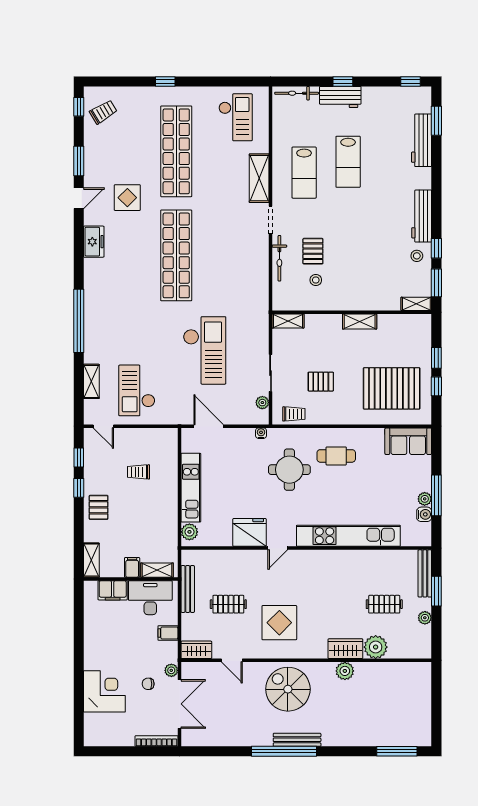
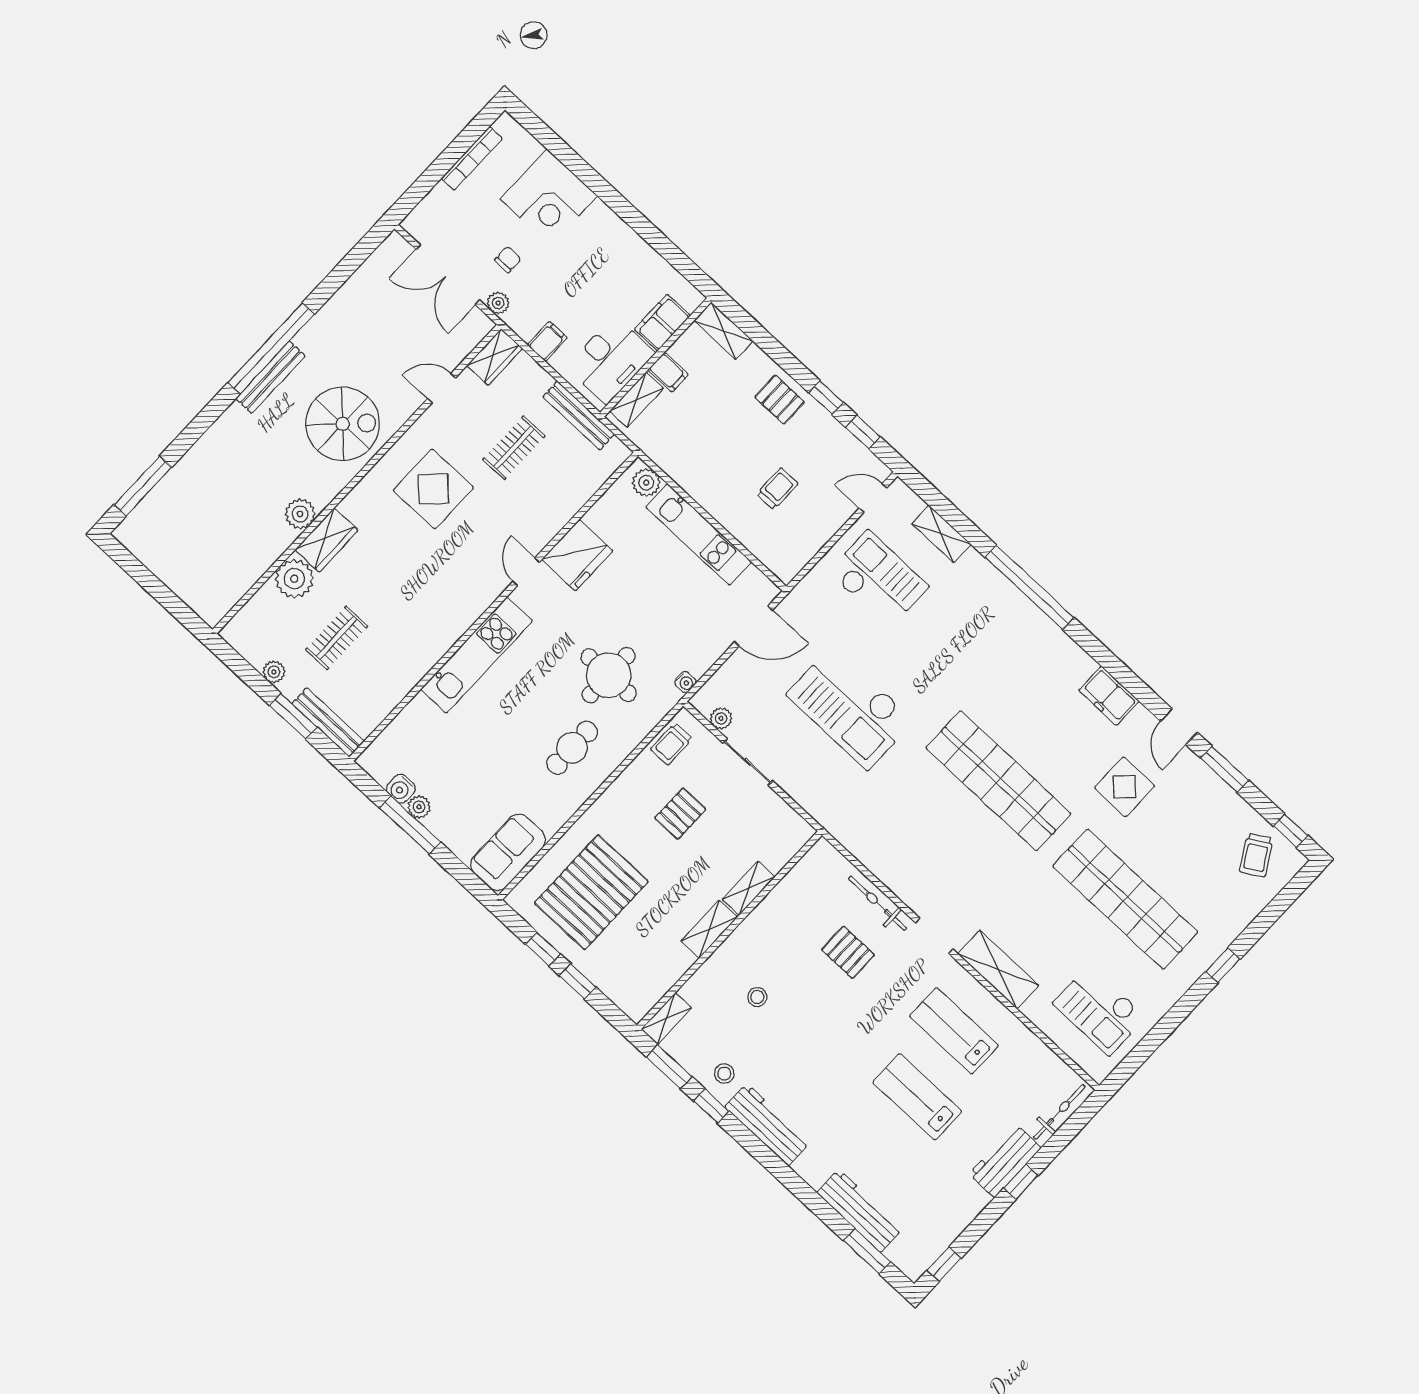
stool: (316, 280) -> (757, 997), moved
shelving: (288, 321) -> (749, 888), moved
kitchen unit: (348, 536) -> (477, 655), width x0.73
bookcase: (156, 741) -> (472, 158), moved

